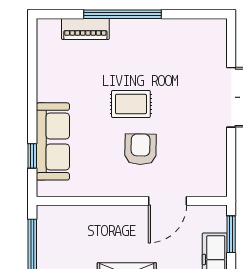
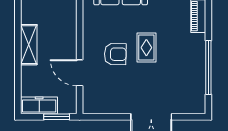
window: (122, 14) -> (208, 67), moved

